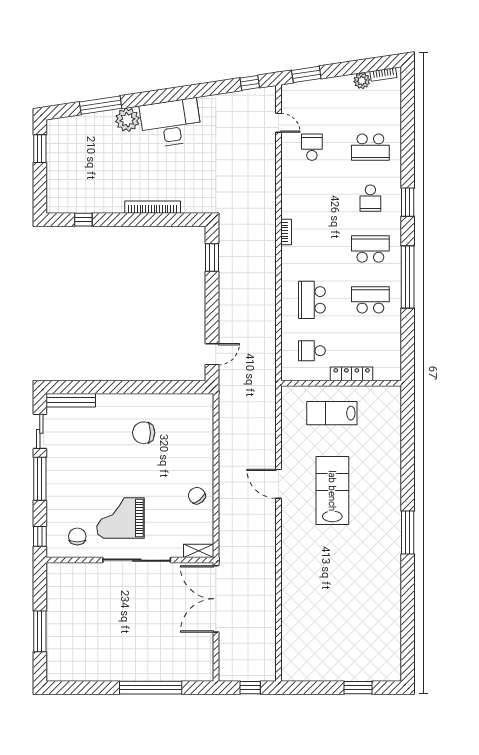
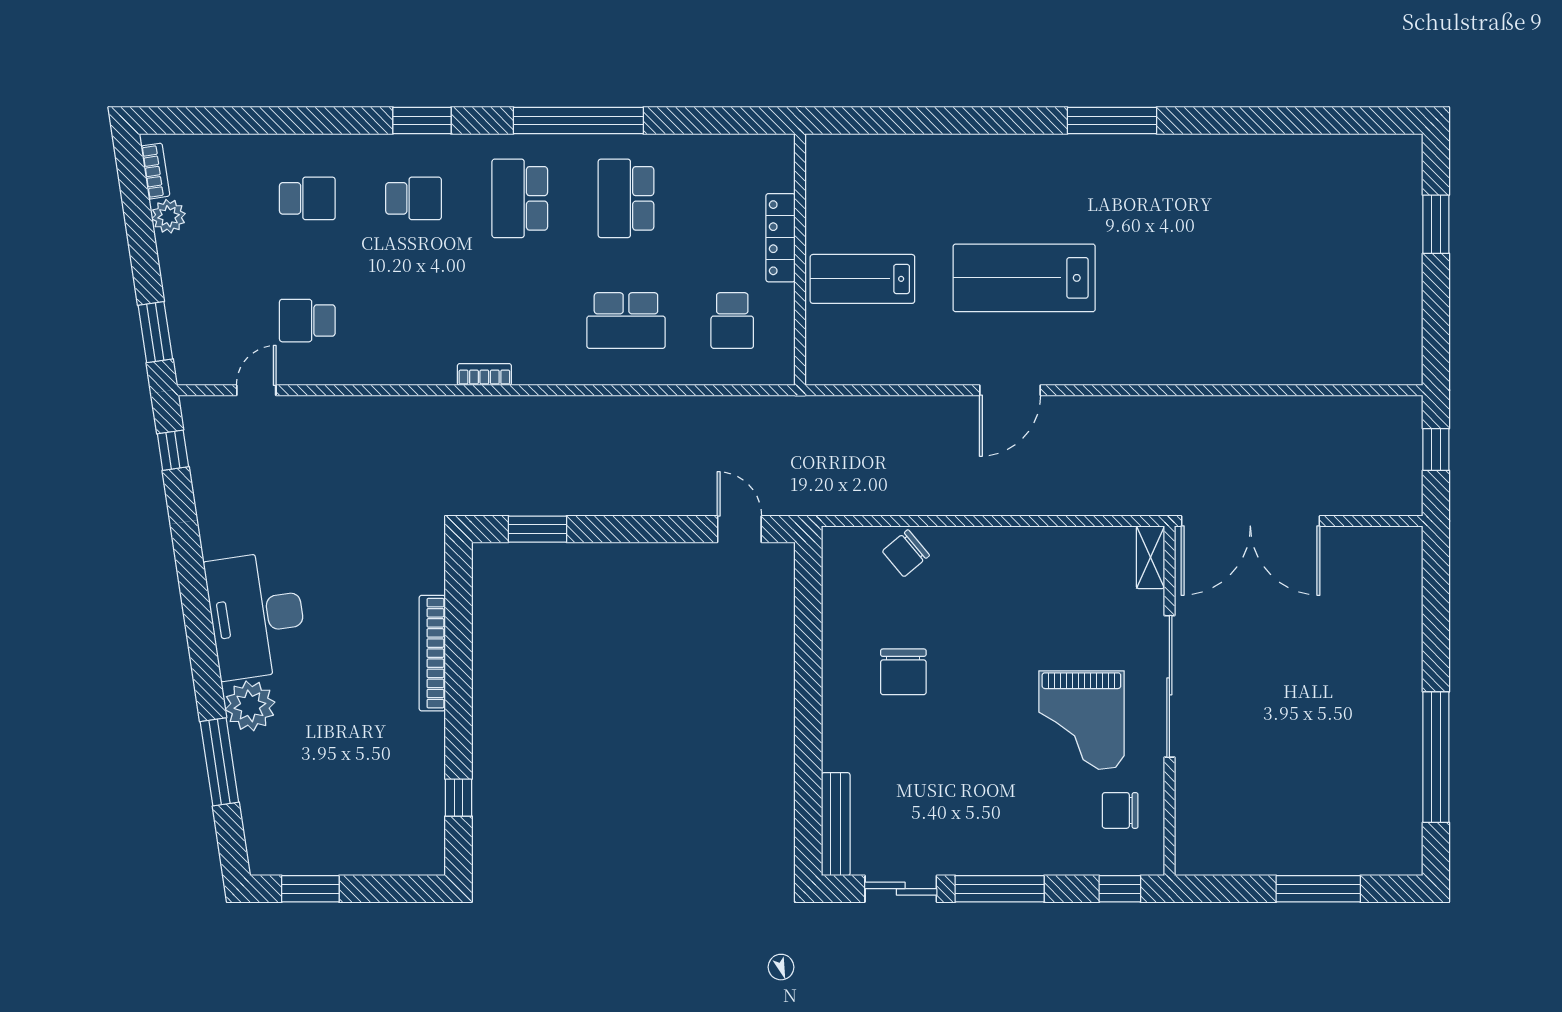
school desk: (370, 147) -> (307, 198), width x0.54
lab bench: (332, 413) -> (862, 279), turned 90
chair: (197, 496) -> (906, 553), moved
window: (151, 688) -> (1436, 757), moved

